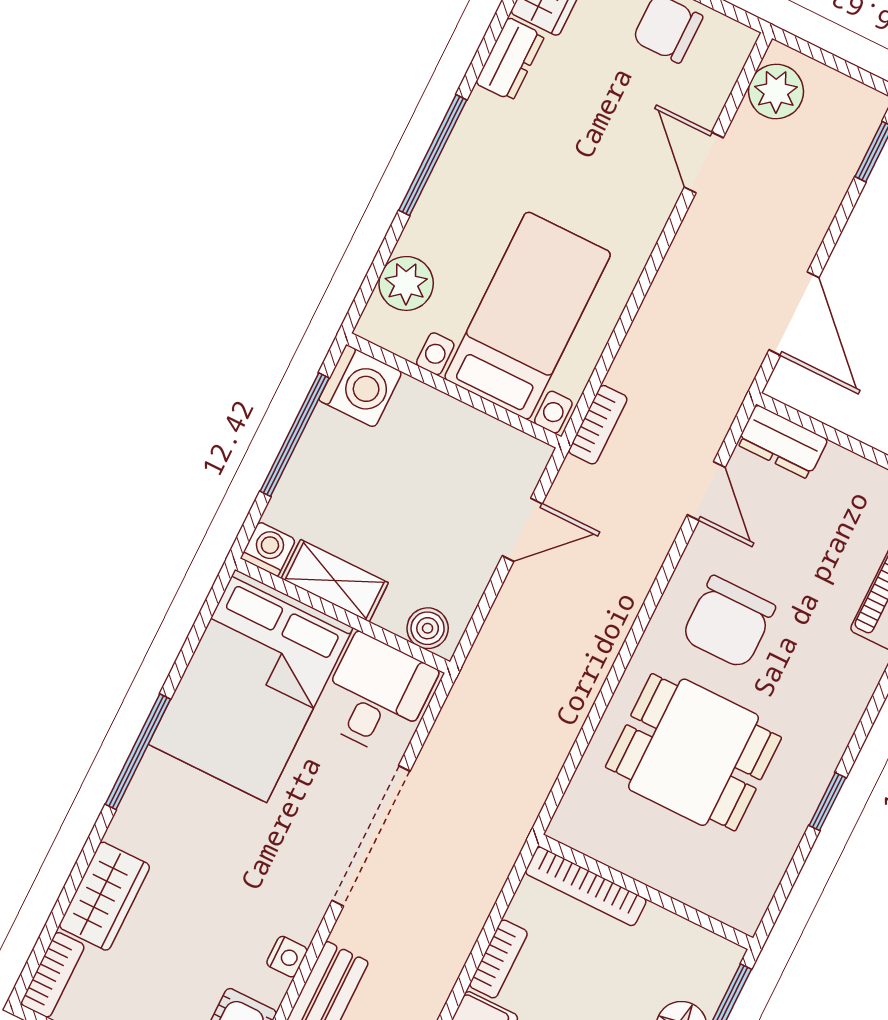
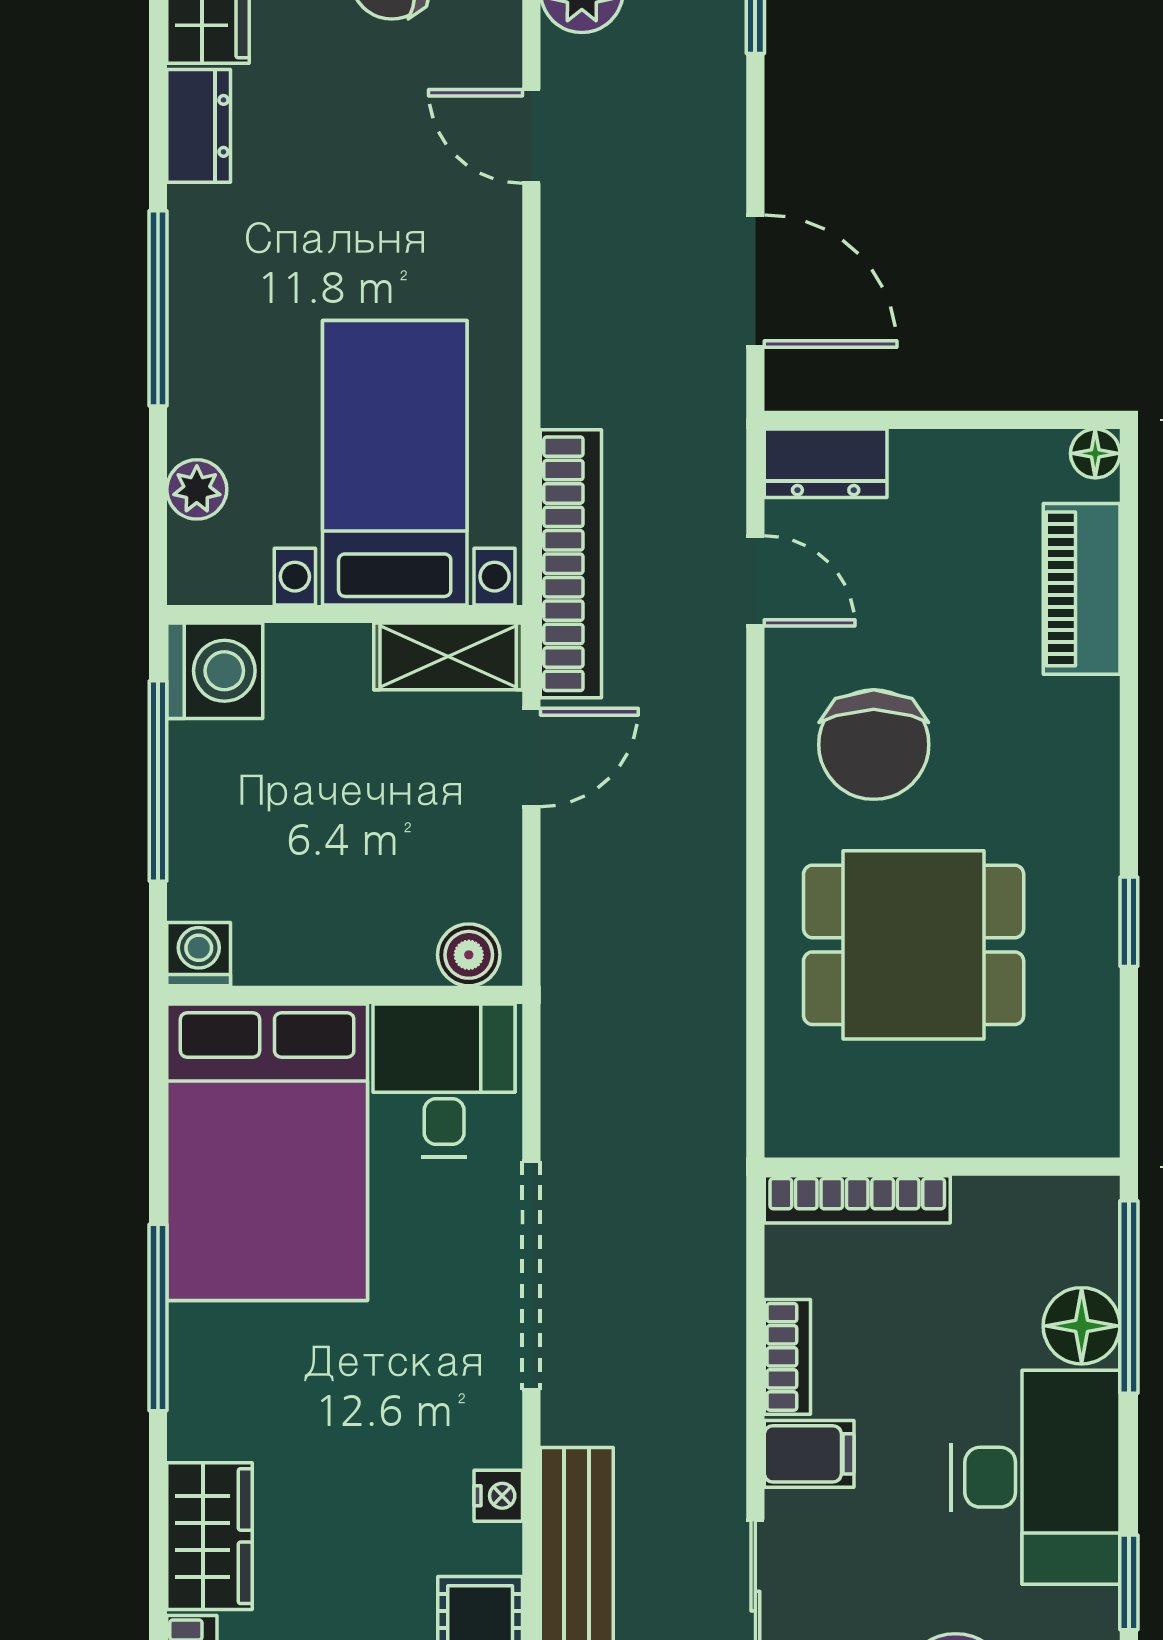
plant: (406, 283) -> (197, 489), width x0.73, depth x0.73
bookcase: (598, 425) -> (571, 564), width x2.31, depth x1.31
shelving: (335, 581) -> (448, 656), moved

